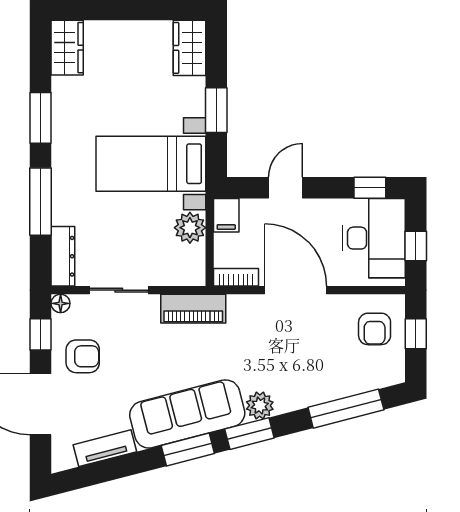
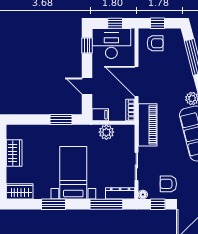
wardrobe: (189, 48) -> (14, 153), moved, turned -90
window: (216, 110) -> (61, 120), moved
bed with nightstands: (151, 164) -> (73, 173), moved, turned 180
window: (41, 202) -> (106, 204), moved
door: (296, 290) -> (136, 81), hinge flipped
piano: (193, 309) -> (148, 125), width x1.37, depth x1.33
armchair: (83, 356) -> (168, 184), turned -90

